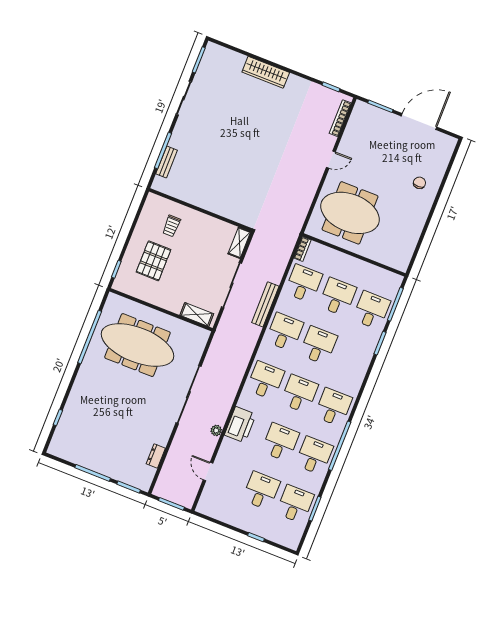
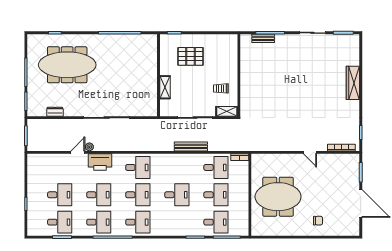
meeting table: (350, 213) -> (278, 197), moved, turned 90
trolley: (171, 226) -> (221, 88), moved
shelving: (197, 314) -> (165, 87), moved
desk: (285, 332) -> (177, 167), removed
meeting table: (137, 345) -> (67, 65), moved, turned 90
door: (208, 472) -> (78, 152), moved

